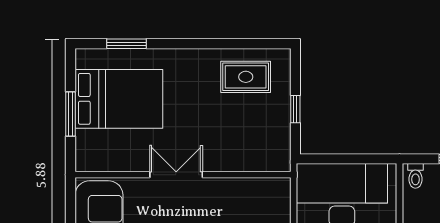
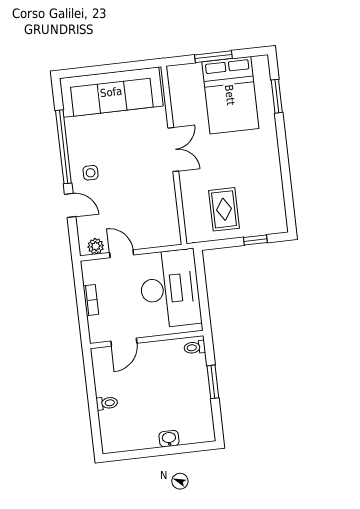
rug: (246, 77) -> (224, 209), moved
window: (295, 109) -> (255, 240), moved

